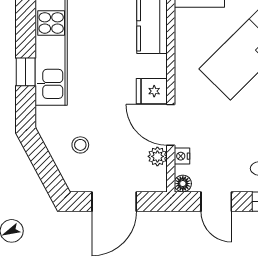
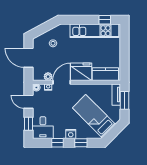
window: (26, 72) -> (105, 20), moved
fridge: (152, 91) -> (81, 72), width x1.88, depth x1.34
door: (216, 202) -> (29, 102), hinge flipped

